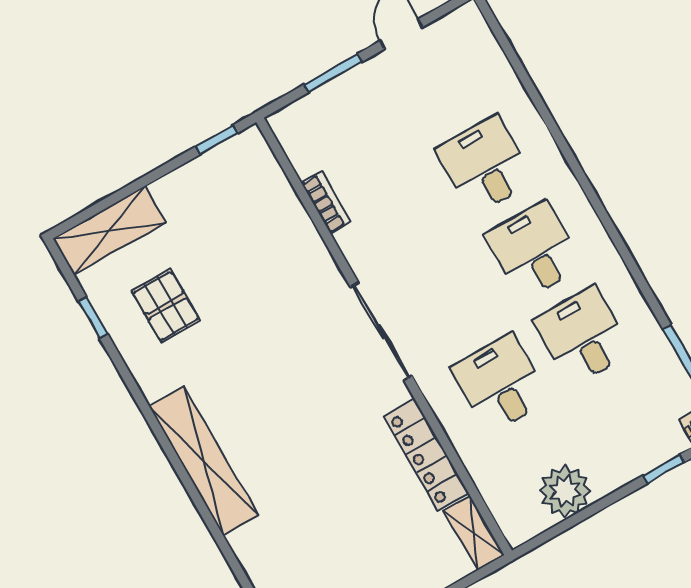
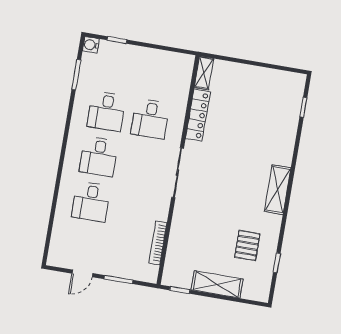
bookcase: (326, 202) -> (158, 243), width x1.56
shelving: (109, 231) -> (217, 284), moved
shelving: (204, 461) -> (278, 190), width x0.68
plant: (565, 491) -> (159, 61), removed

